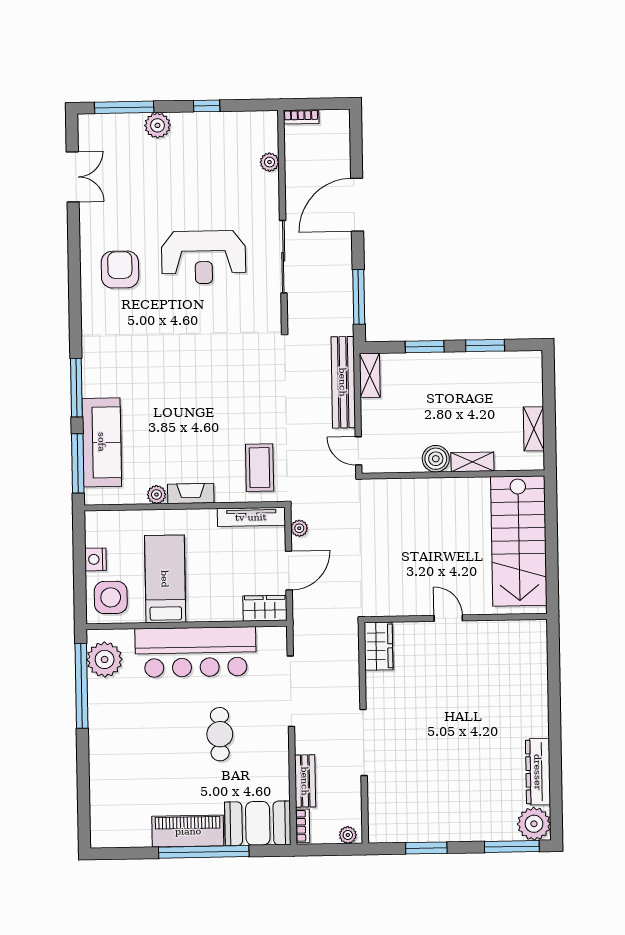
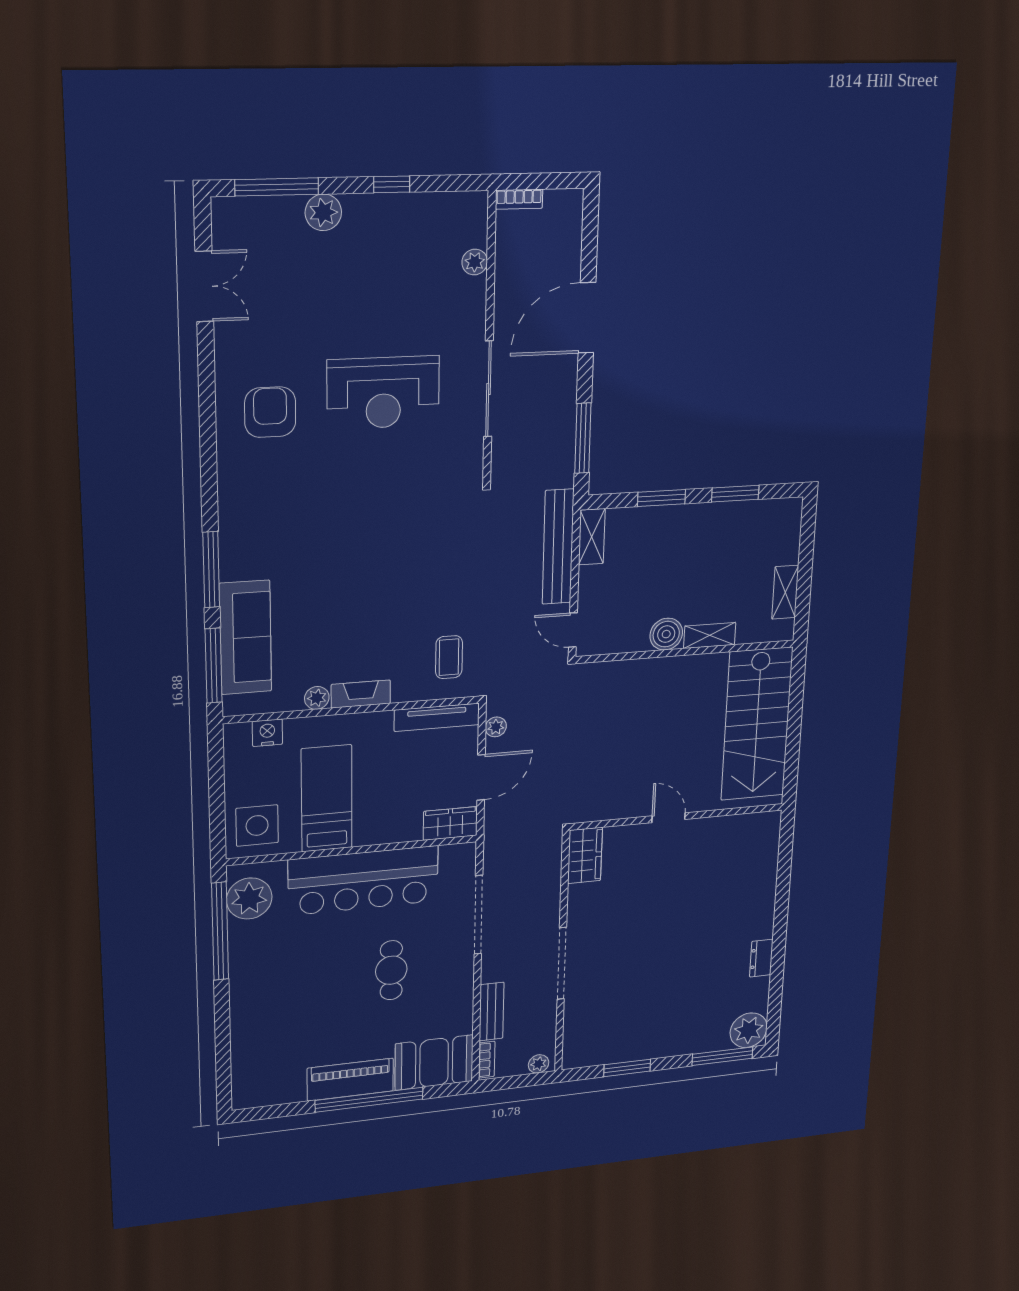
coffee table: (260, 468) -> (449, 657), width x0.73, depth x0.77
nightstand: (95, 559) -> (267, 733), moved, turned 90
dresser: (538, 772) -> (761, 958), width x0.51, depth x0.80

